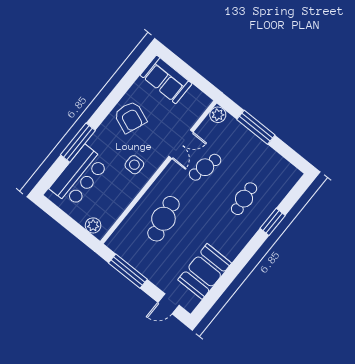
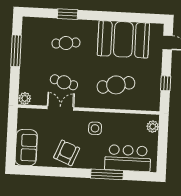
window: (256, 127) -> (16, 51), moved
window: (128, 271) -> (166, 83), width x0.46
booth: (205, 271) -> (123, 39), width x1.36, depth x1.42

